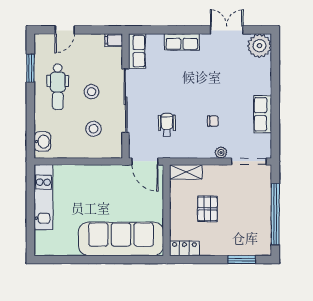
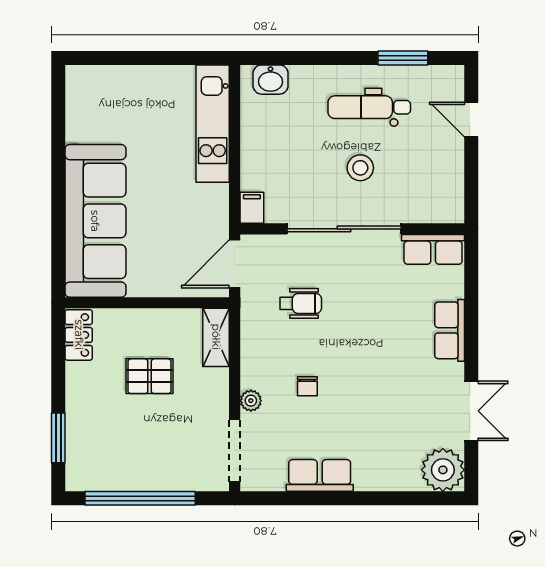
filing cabinet: (114, 40) -> (252, 208), moved
stool: (94, 129) -> (294, 171), removed
kitchen unit: (43, 197) -> (213, 124), moved, turned 90

